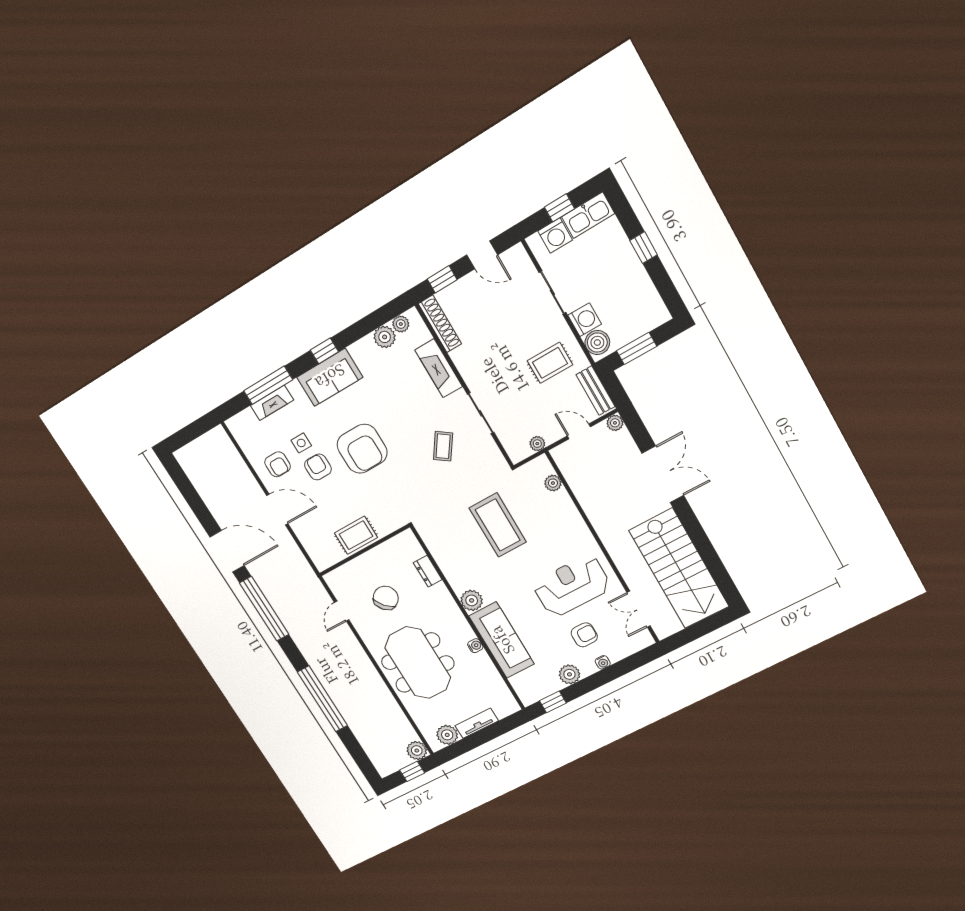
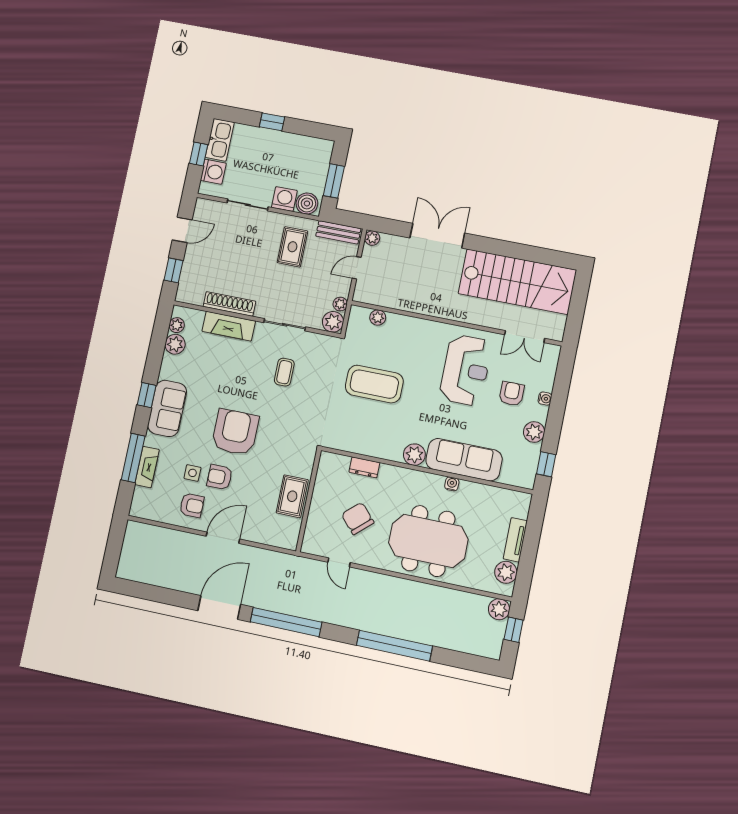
shoe rack: (440, 324) -> (229, 304), moved
coffee table: (443, 446) -> (284, 372), turned 55
armchair: (362, 449) -> (235, 432), turned -90
plant: (518, 450) -> (333, 322), added
reception desk: (572, 586) -> (466, 370), turned 180

